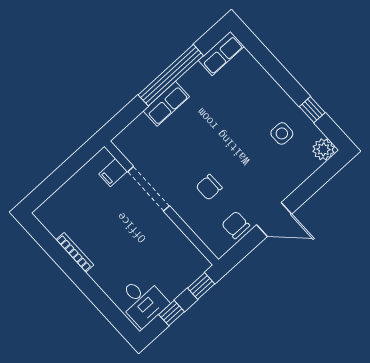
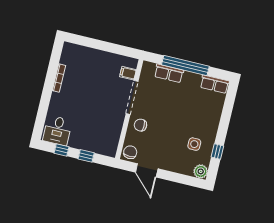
filing cabinet: (113, 173) -> (128, 73), moved
doorway: (149, 189) -> (132, 97), moved
wall: (161, 203) -> (129, 109), moved

